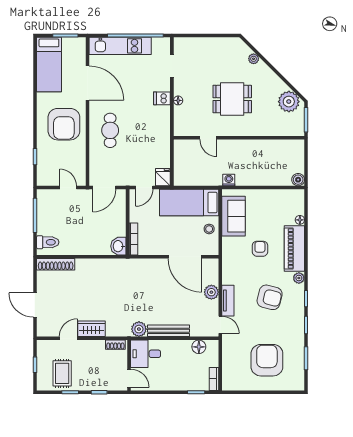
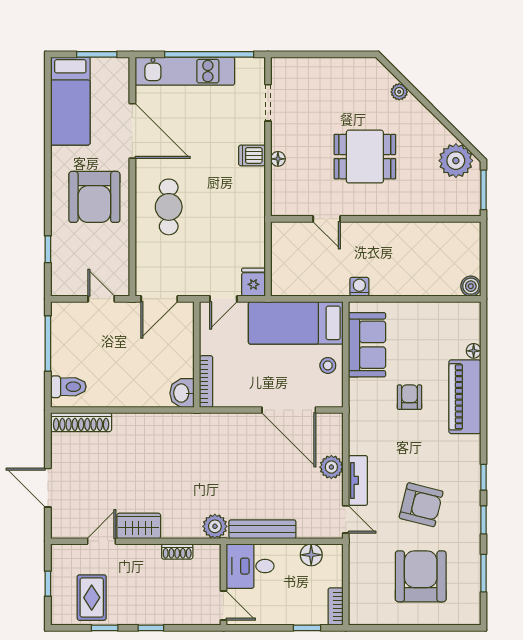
plant: (299, 278) -> (472, 444), removed
armchair: (270, 297) -> (421, 505), moved
desk: (146, 354) -> (250, 566), moved
wall: (129, 365) -> (223, 585), moved
door: (129, 378) -> (223, 605), moved

